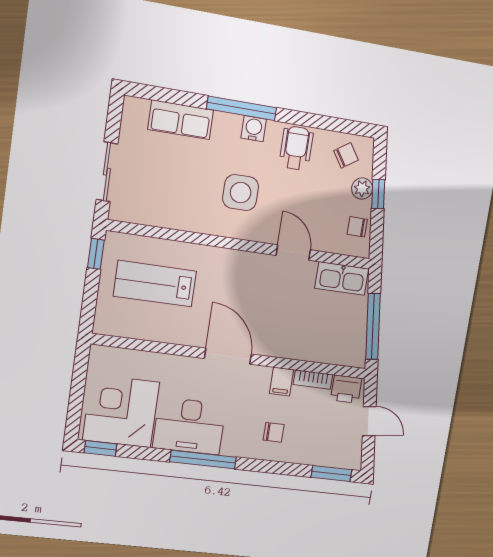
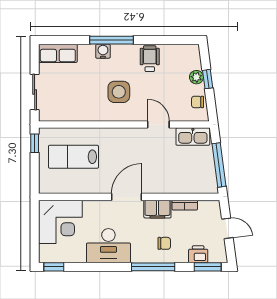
row of seats: (181, 120) -> (58, 53), moved
water cooler: (254, 129) -> (103, 51), moved
chair: (346, 155) -> (182, 58), removed
door: (228, 356) -> (127, 197), hinge flipped
filing cabinet: (282, 382) -> (157, 209), width x2.00
printer: (346, 389) -> (198, 254), moved, turned 180
corner desk: (121, 411) -> (60, 222), moved, turned 180
window: (203, 460) -> (153, 267), moved

